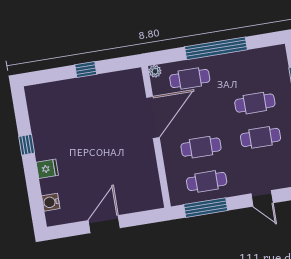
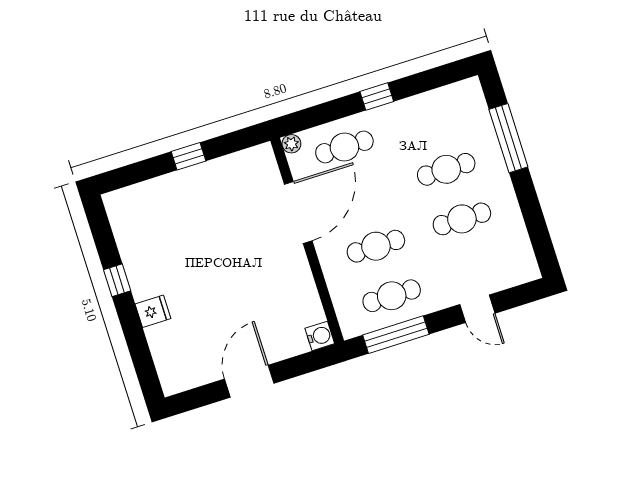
window: (216, 48) -> (377, 97), width x0.32
water cooler: (51, 202) -> (320, 336), moved, turned 180

